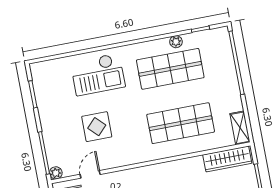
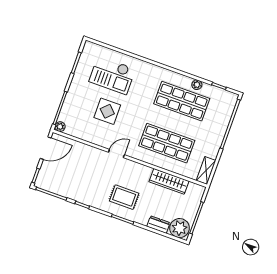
checkout: (98, 74) -> (112, 75), moved
wardrobe: (227, 159) -> (169, 181), moved
door: (90, 174) -> (116, 154), moved

